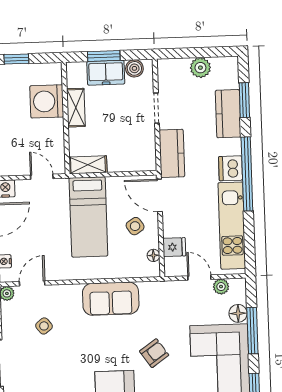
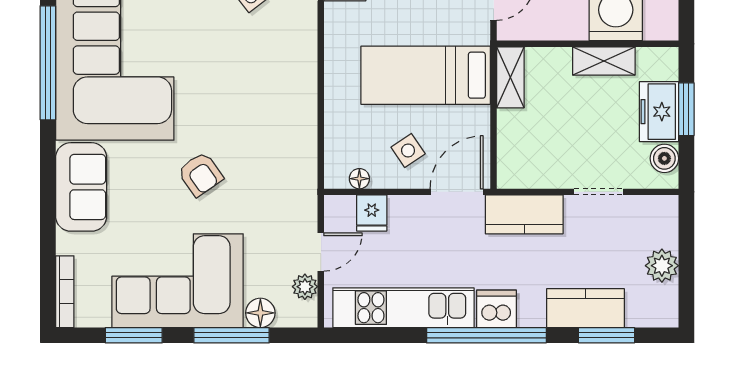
sofa: (111, 299) -> (291, 107), removed

